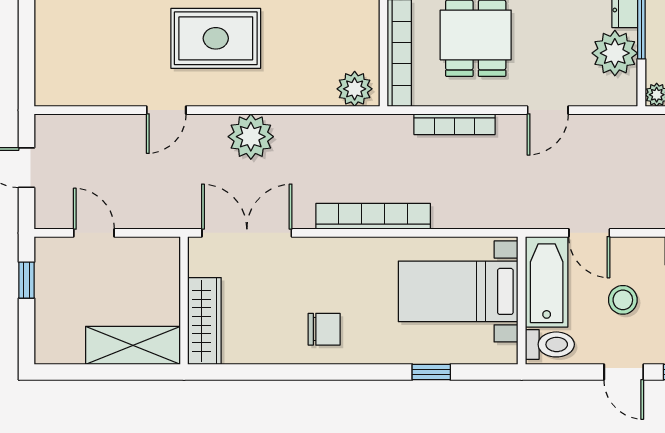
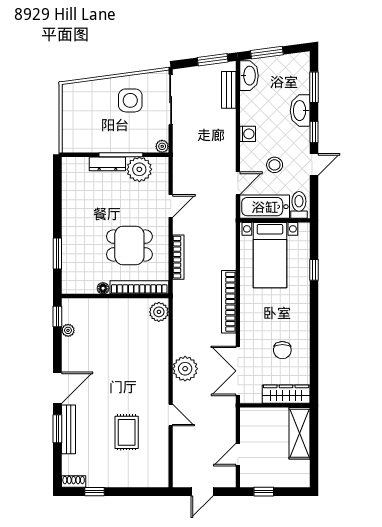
rug: (216, 38) -> (127, 432), moved, width x0.73, depth x0.70
door: (548, 110) -> (171, 206), hinge flipped
chair: (324, 329) -> (282, 350), moved, turned 180

